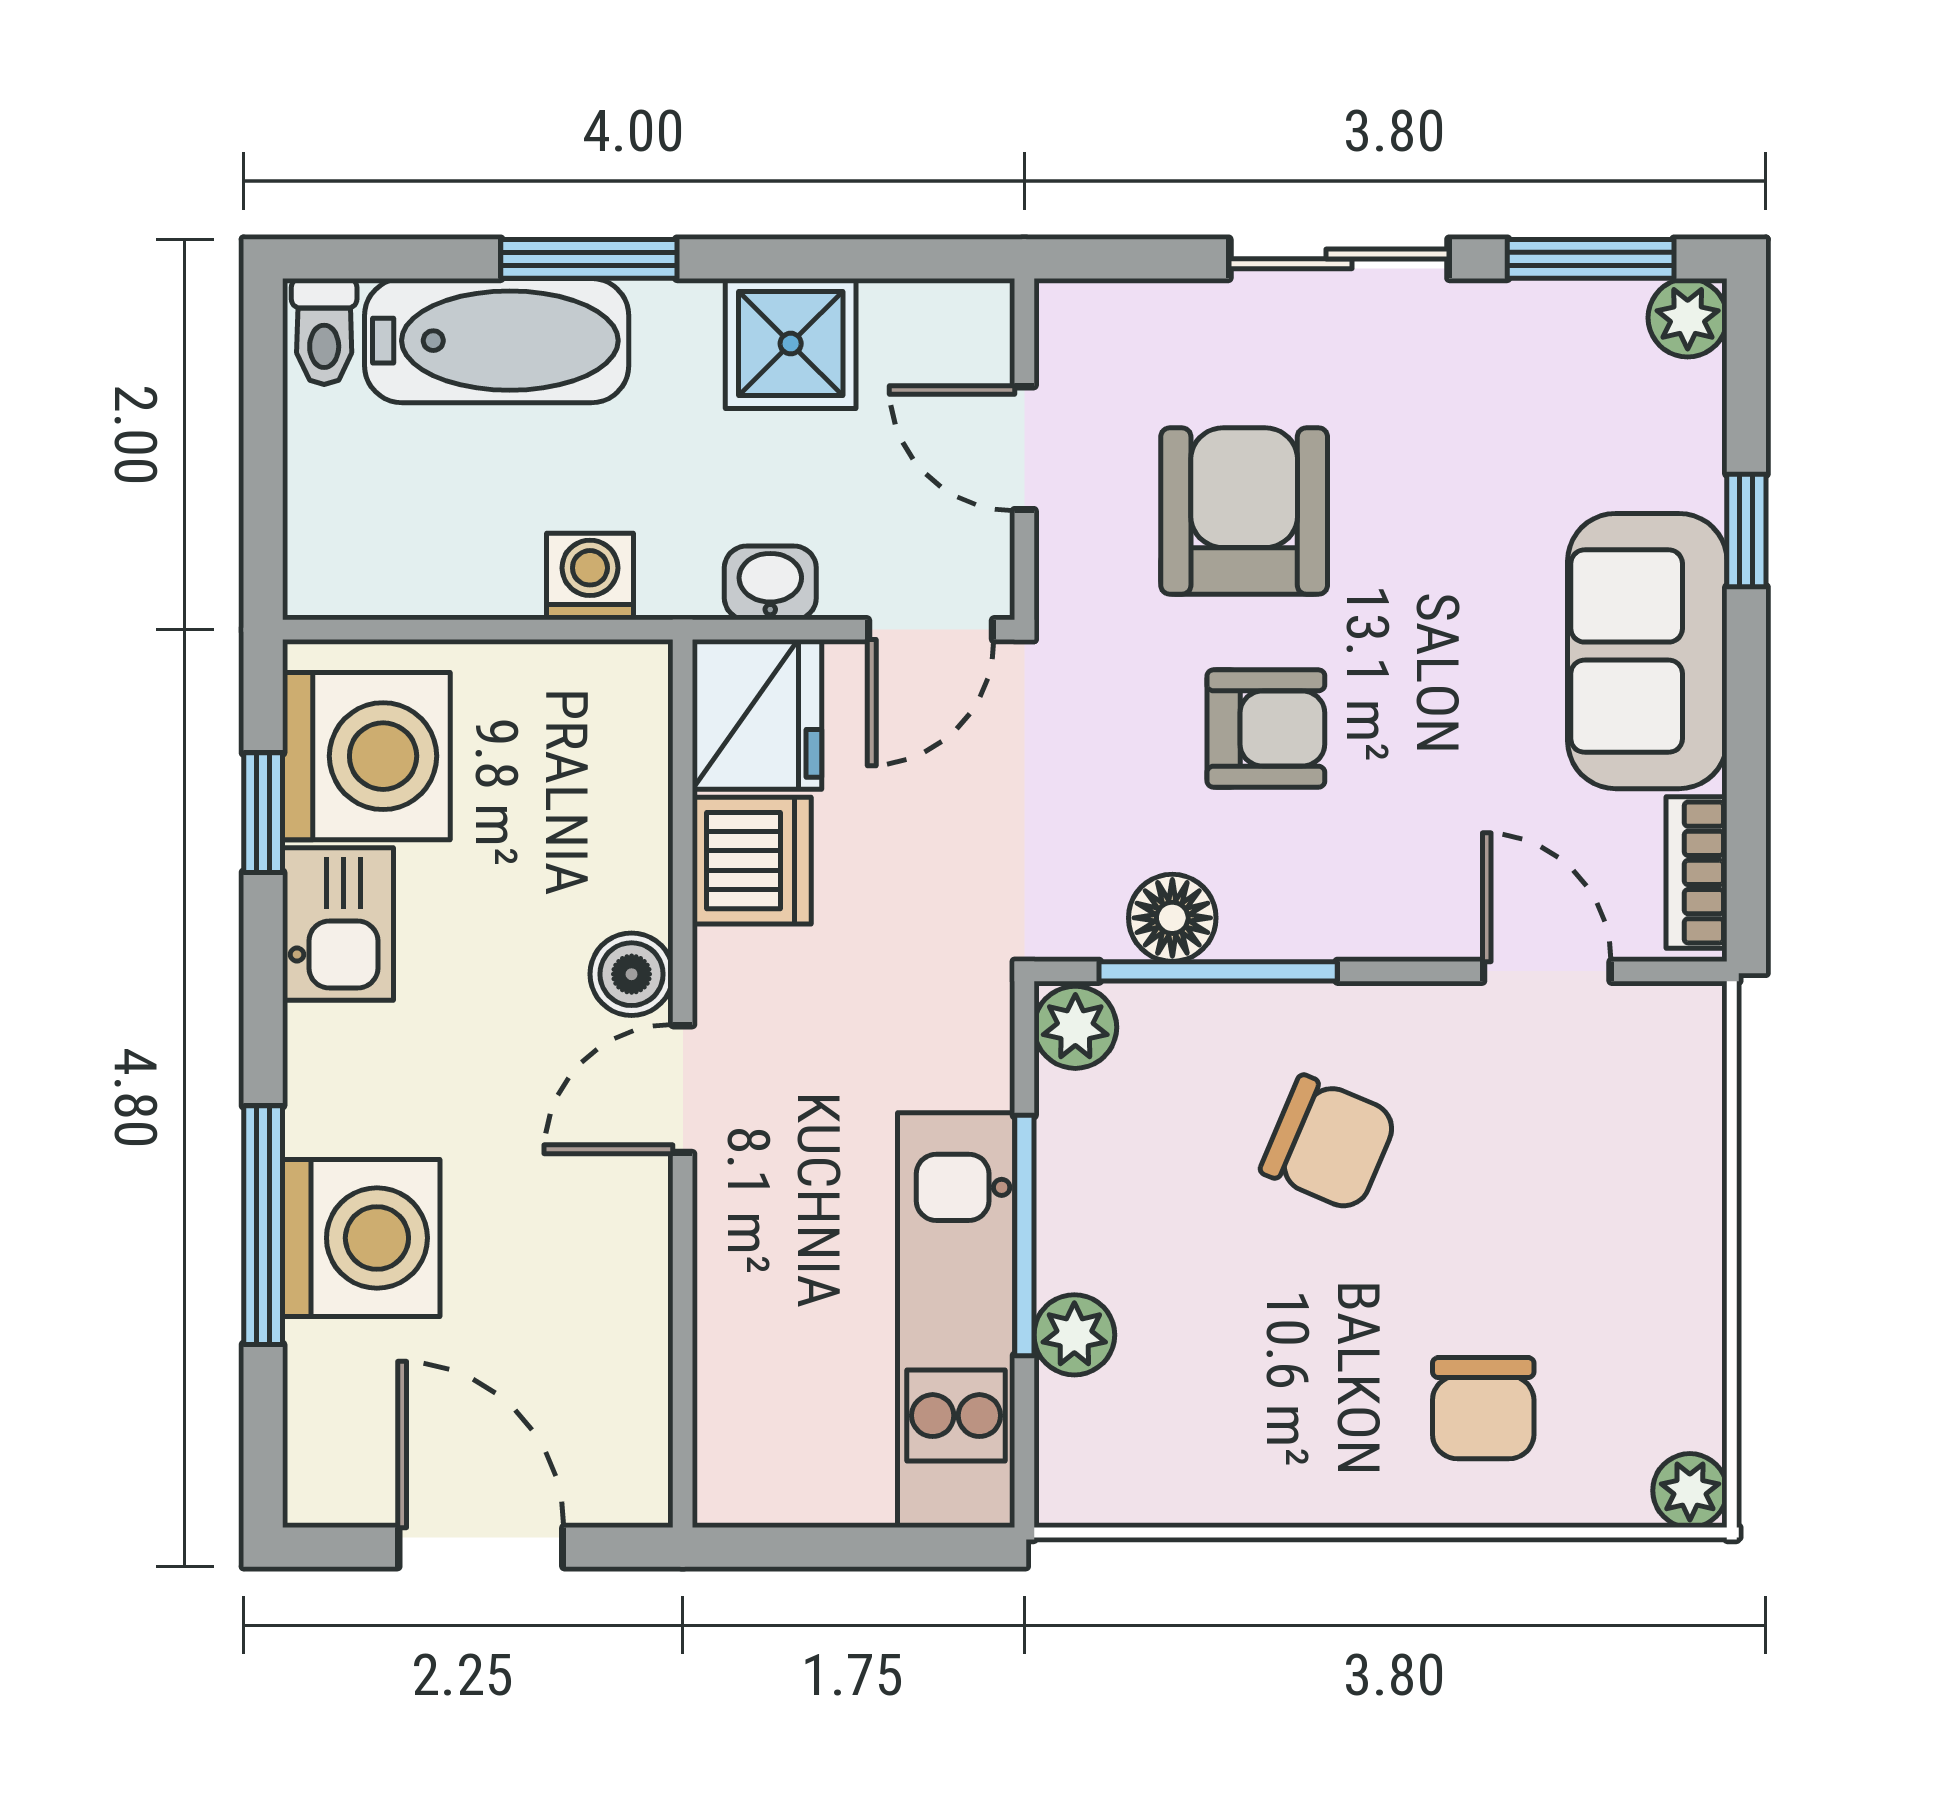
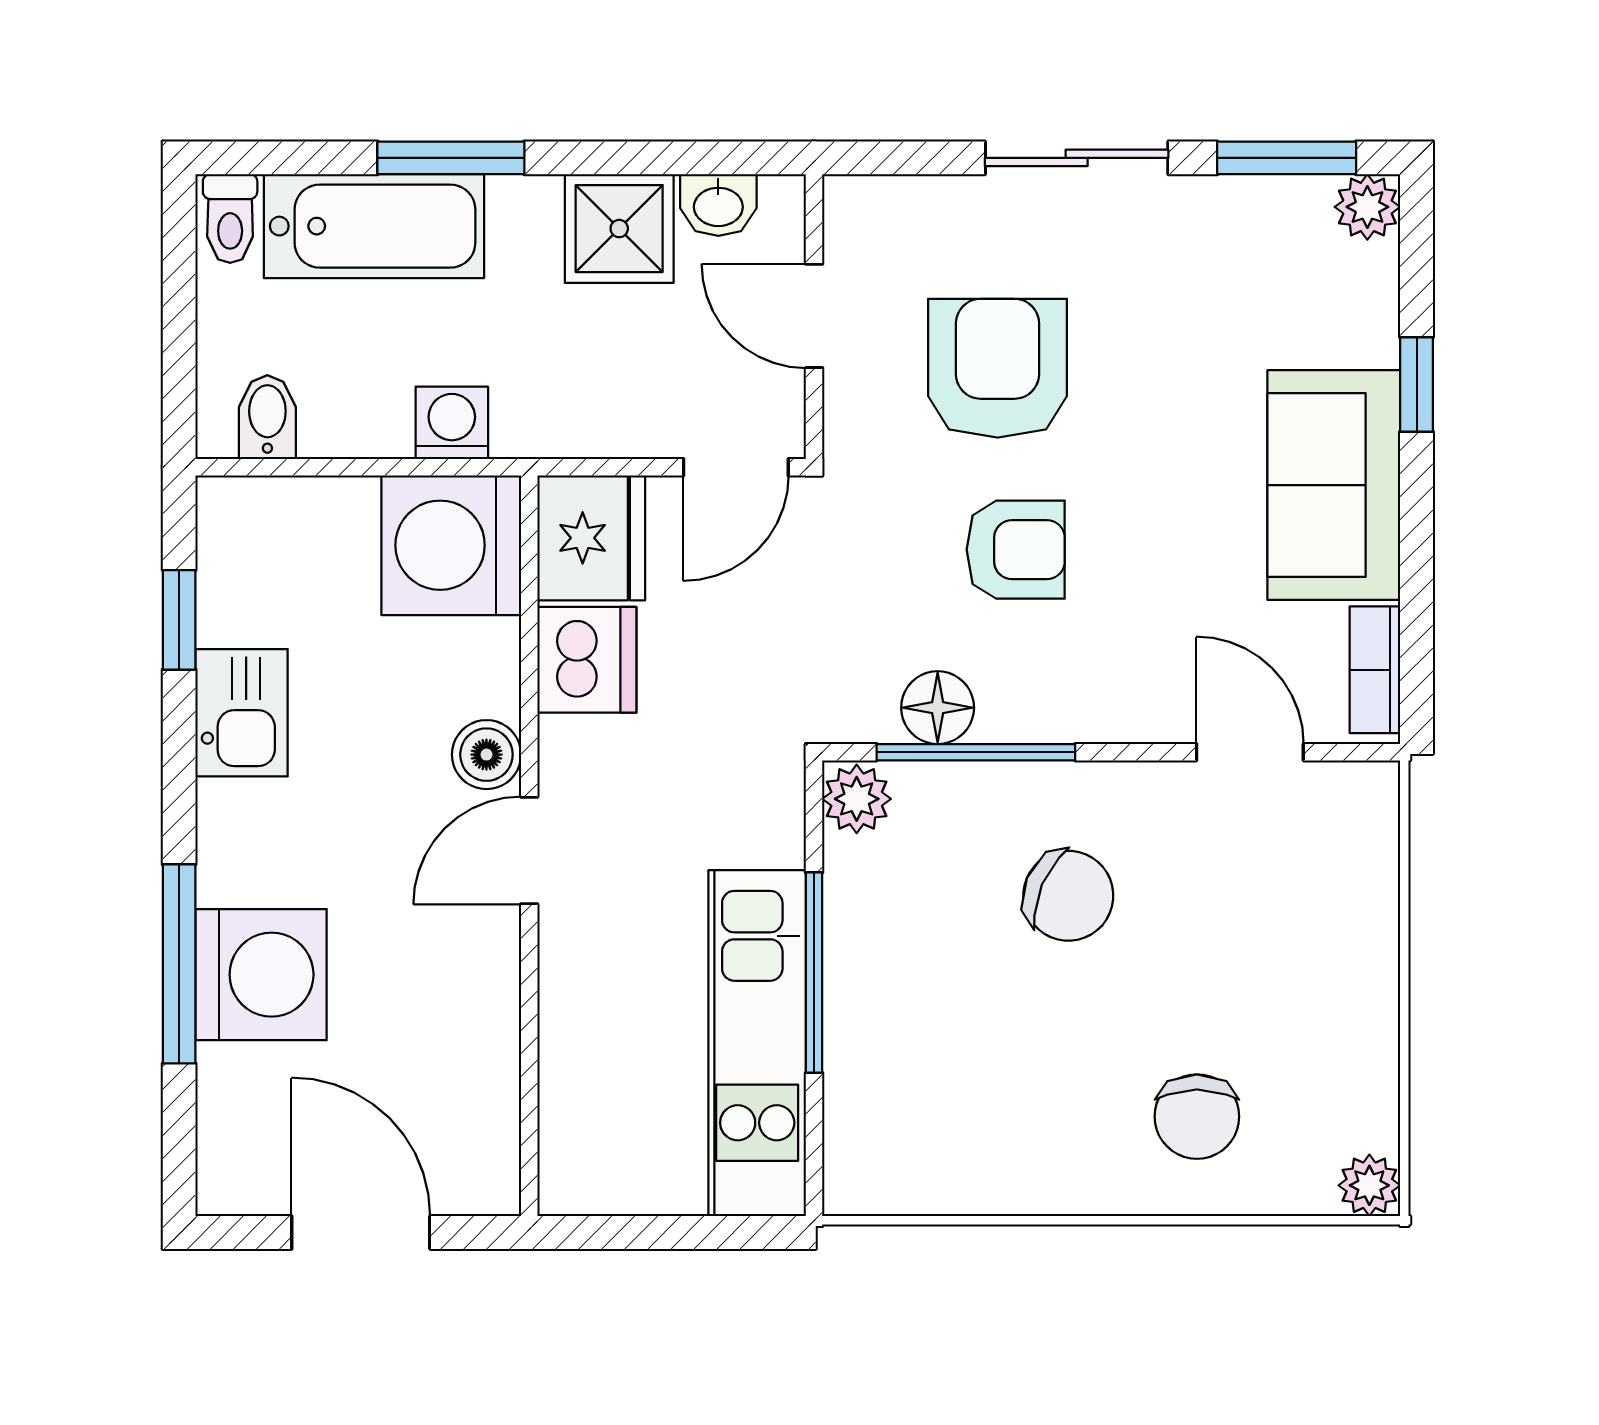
bidet: (369, 570) -> (267, 417), added
washbasin: (770, 583) -> (718, 205), moved, turned 180
washing machine: (366, 756) -> (451, 545), moved, turned 180
plant: (1074, 1335) -> (856, 1055), removed

